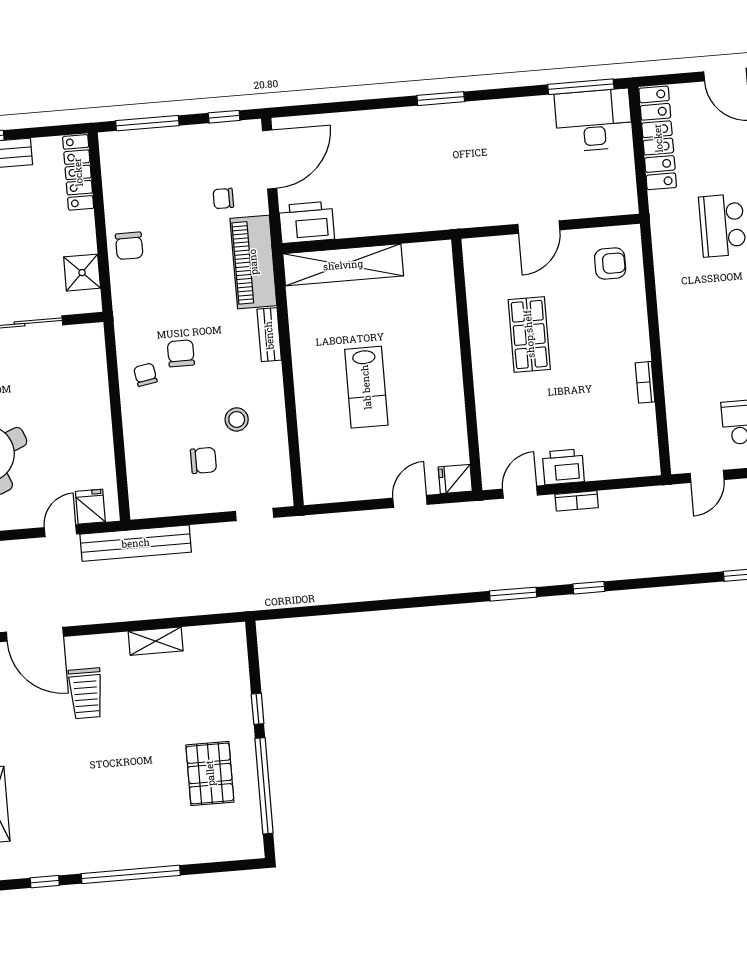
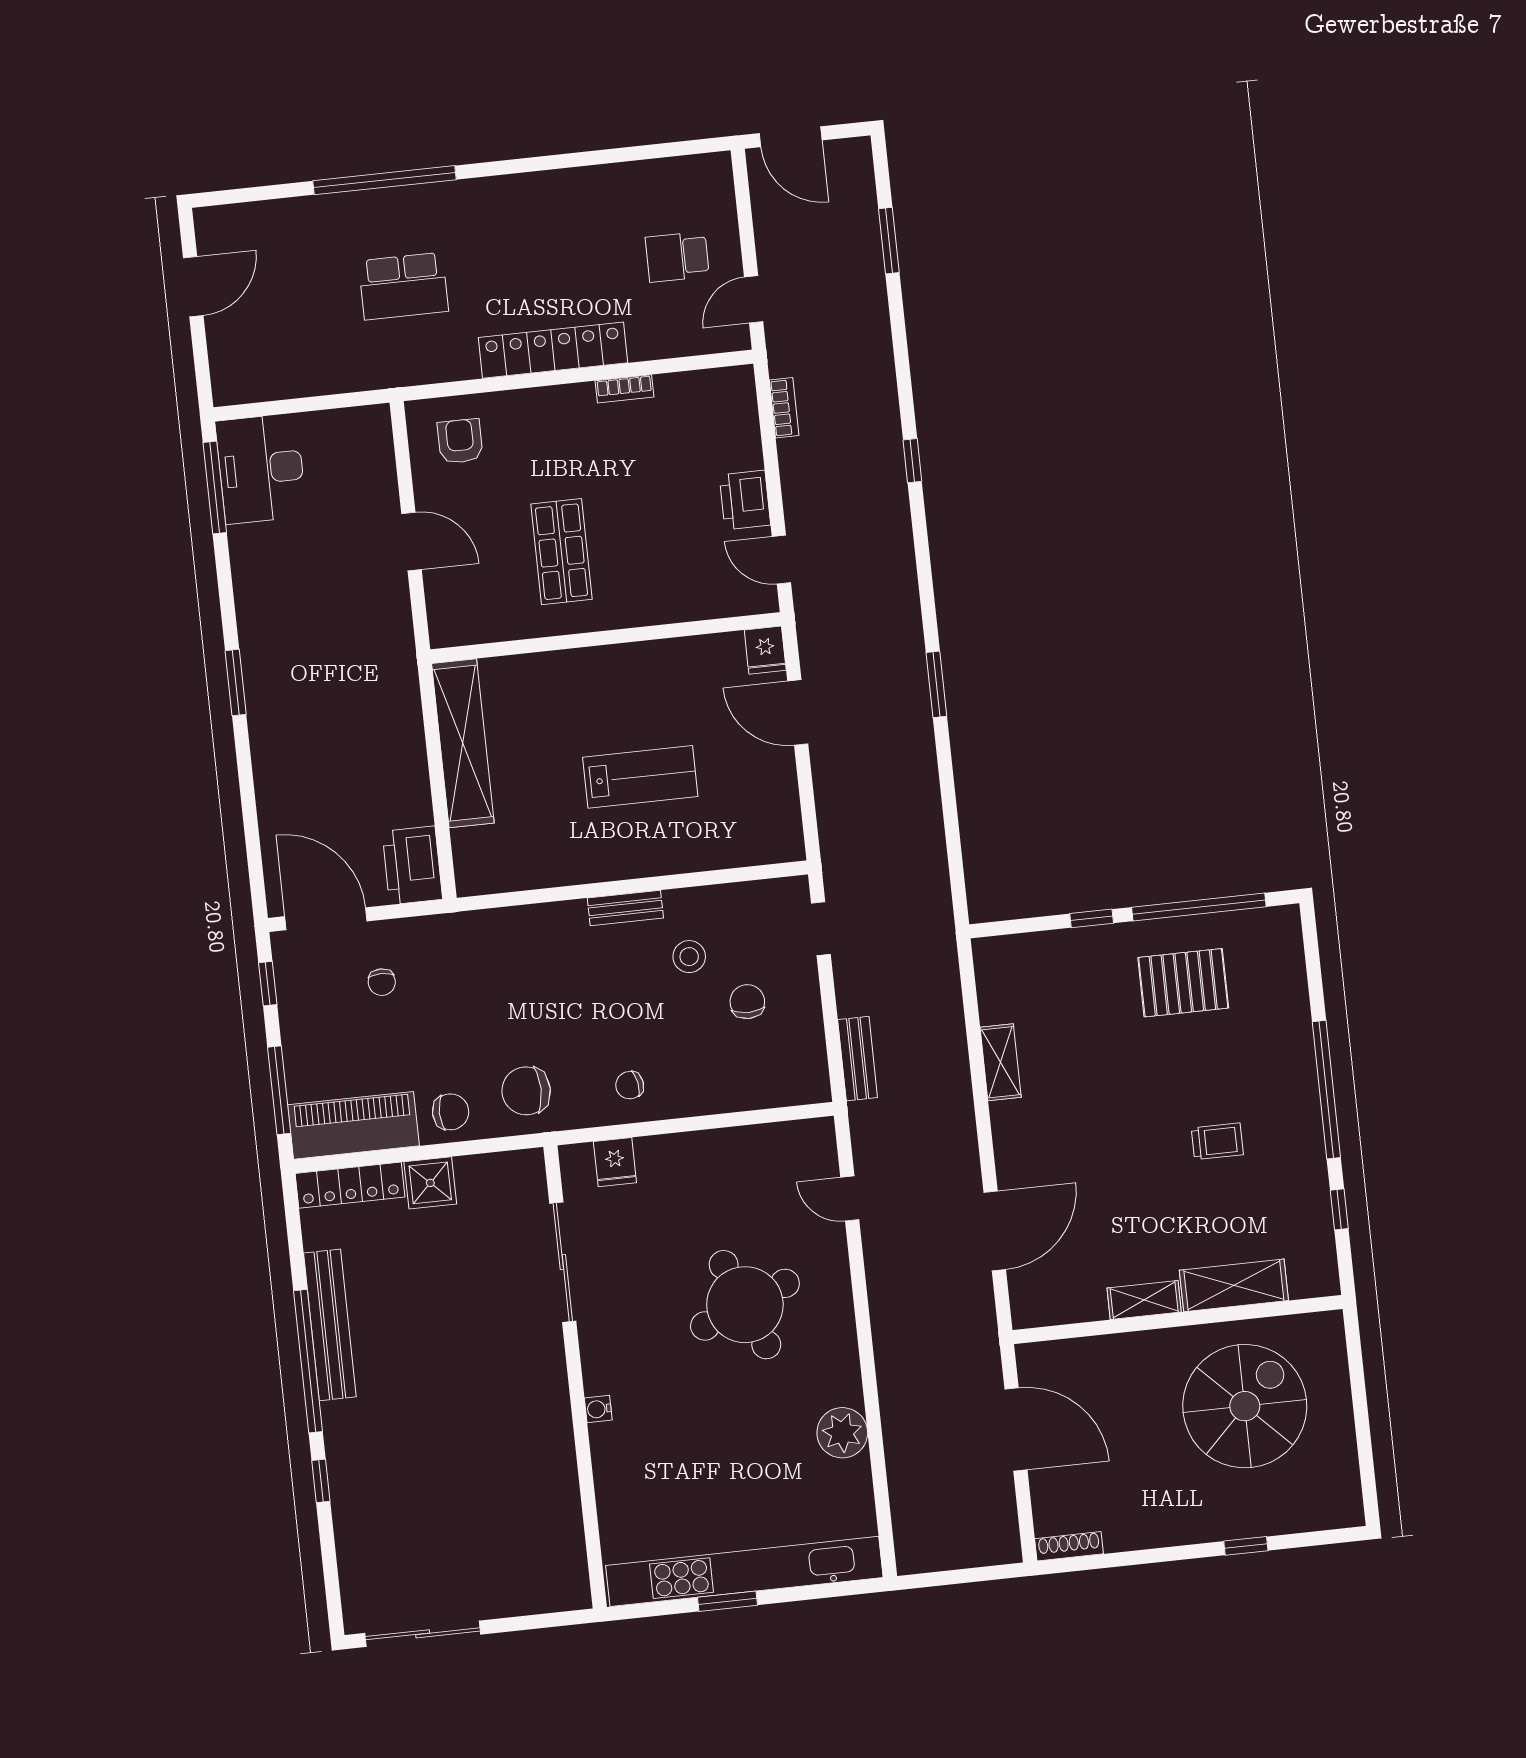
locker: (658, 138) -> (553, 350), moved
piano: (253, 262) -> (354, 1125), moved, turned 180
shelving: (343, 265) -> (463, 743), moved
shower: (82, 273) -> (430, 1183), moved
shop shelf: (529, 334) -> (562, 552), turned 90
bench: (269, 335) -> (625, 908), moved
chair: (181, 353) -> (526, 1091), moved, width x1.37, depth x1.37
door: (707, 476) -> (754, 299), swing flipped
door: (410, 501) -> (798, 713), width x1.38
bookcase: (577, 501) -> (784, 408), moved
fridge: (90, 507) -> (615, 1162), moved, turned -90
bench: (136, 543) -> (858, 1059), width x0.54, depth x0.82
window: (513, 594) -> (936, 684), moved
trolley: (86, 693) -> (1217, 1141), moved, width x0.73, depth x0.72

